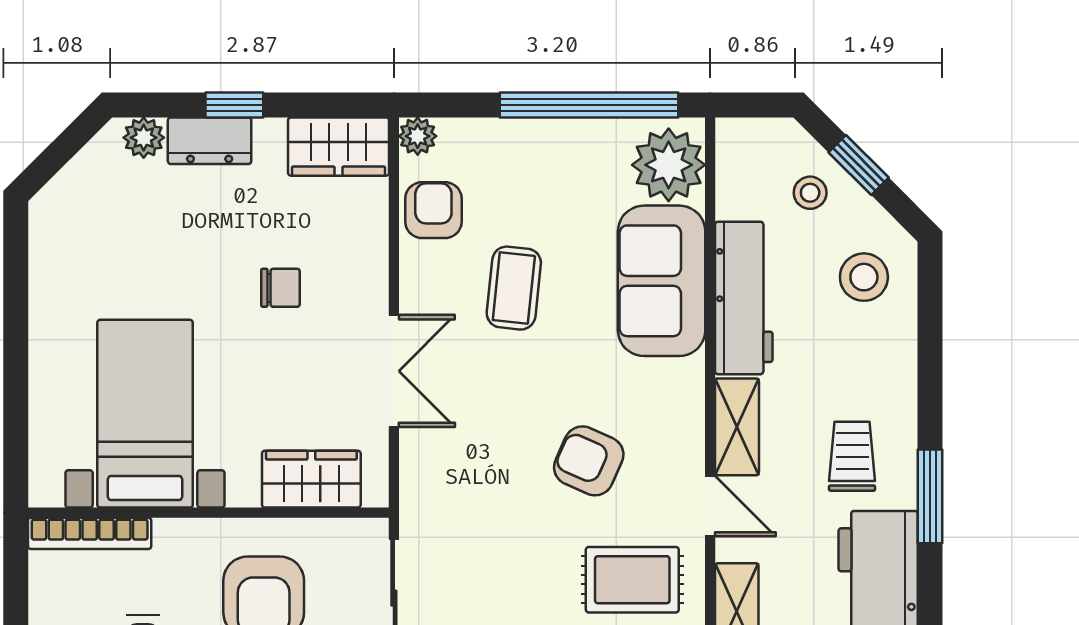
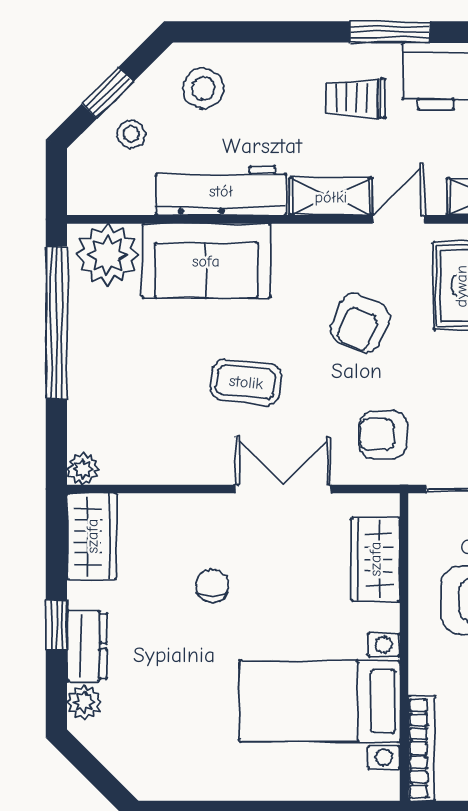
armchair: (433, 210) -> (383, 435), moved
coffee table: (514, 288) -> (246, 382), moved

